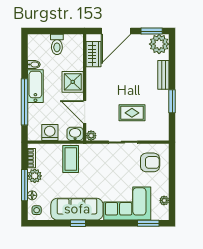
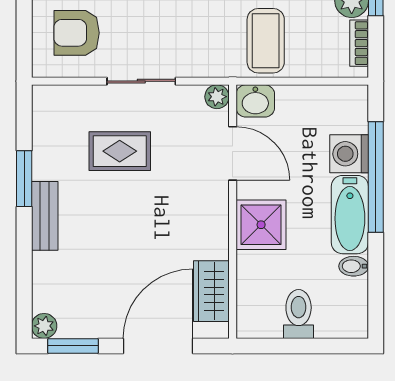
plant: (159, 44) -> (44, 326), width x0.53, depth x0.53
bench: (163, 75) -> (45, 216), moved
washing machine: (50, 133) -> (349, 154), moved, turned 90

